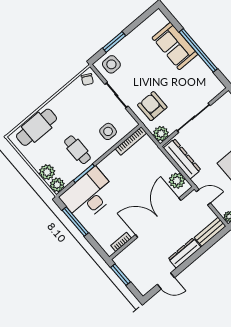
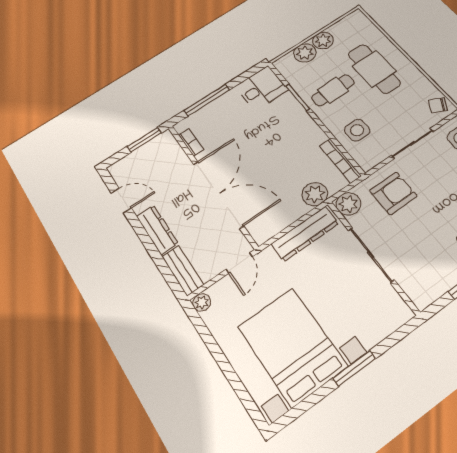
cafe table: (37, 127) -> (374, 69), moved
plant: (177, 181) -> (315, 194), moved
plant: (57, 185) -> (323, 41), moved
desk: (89, 195) -> (261, 88), width x0.53, depth x0.77
window: (75, 222) -> (207, 100), moved
door: (166, 281) -> (121, 201), swing flipped

